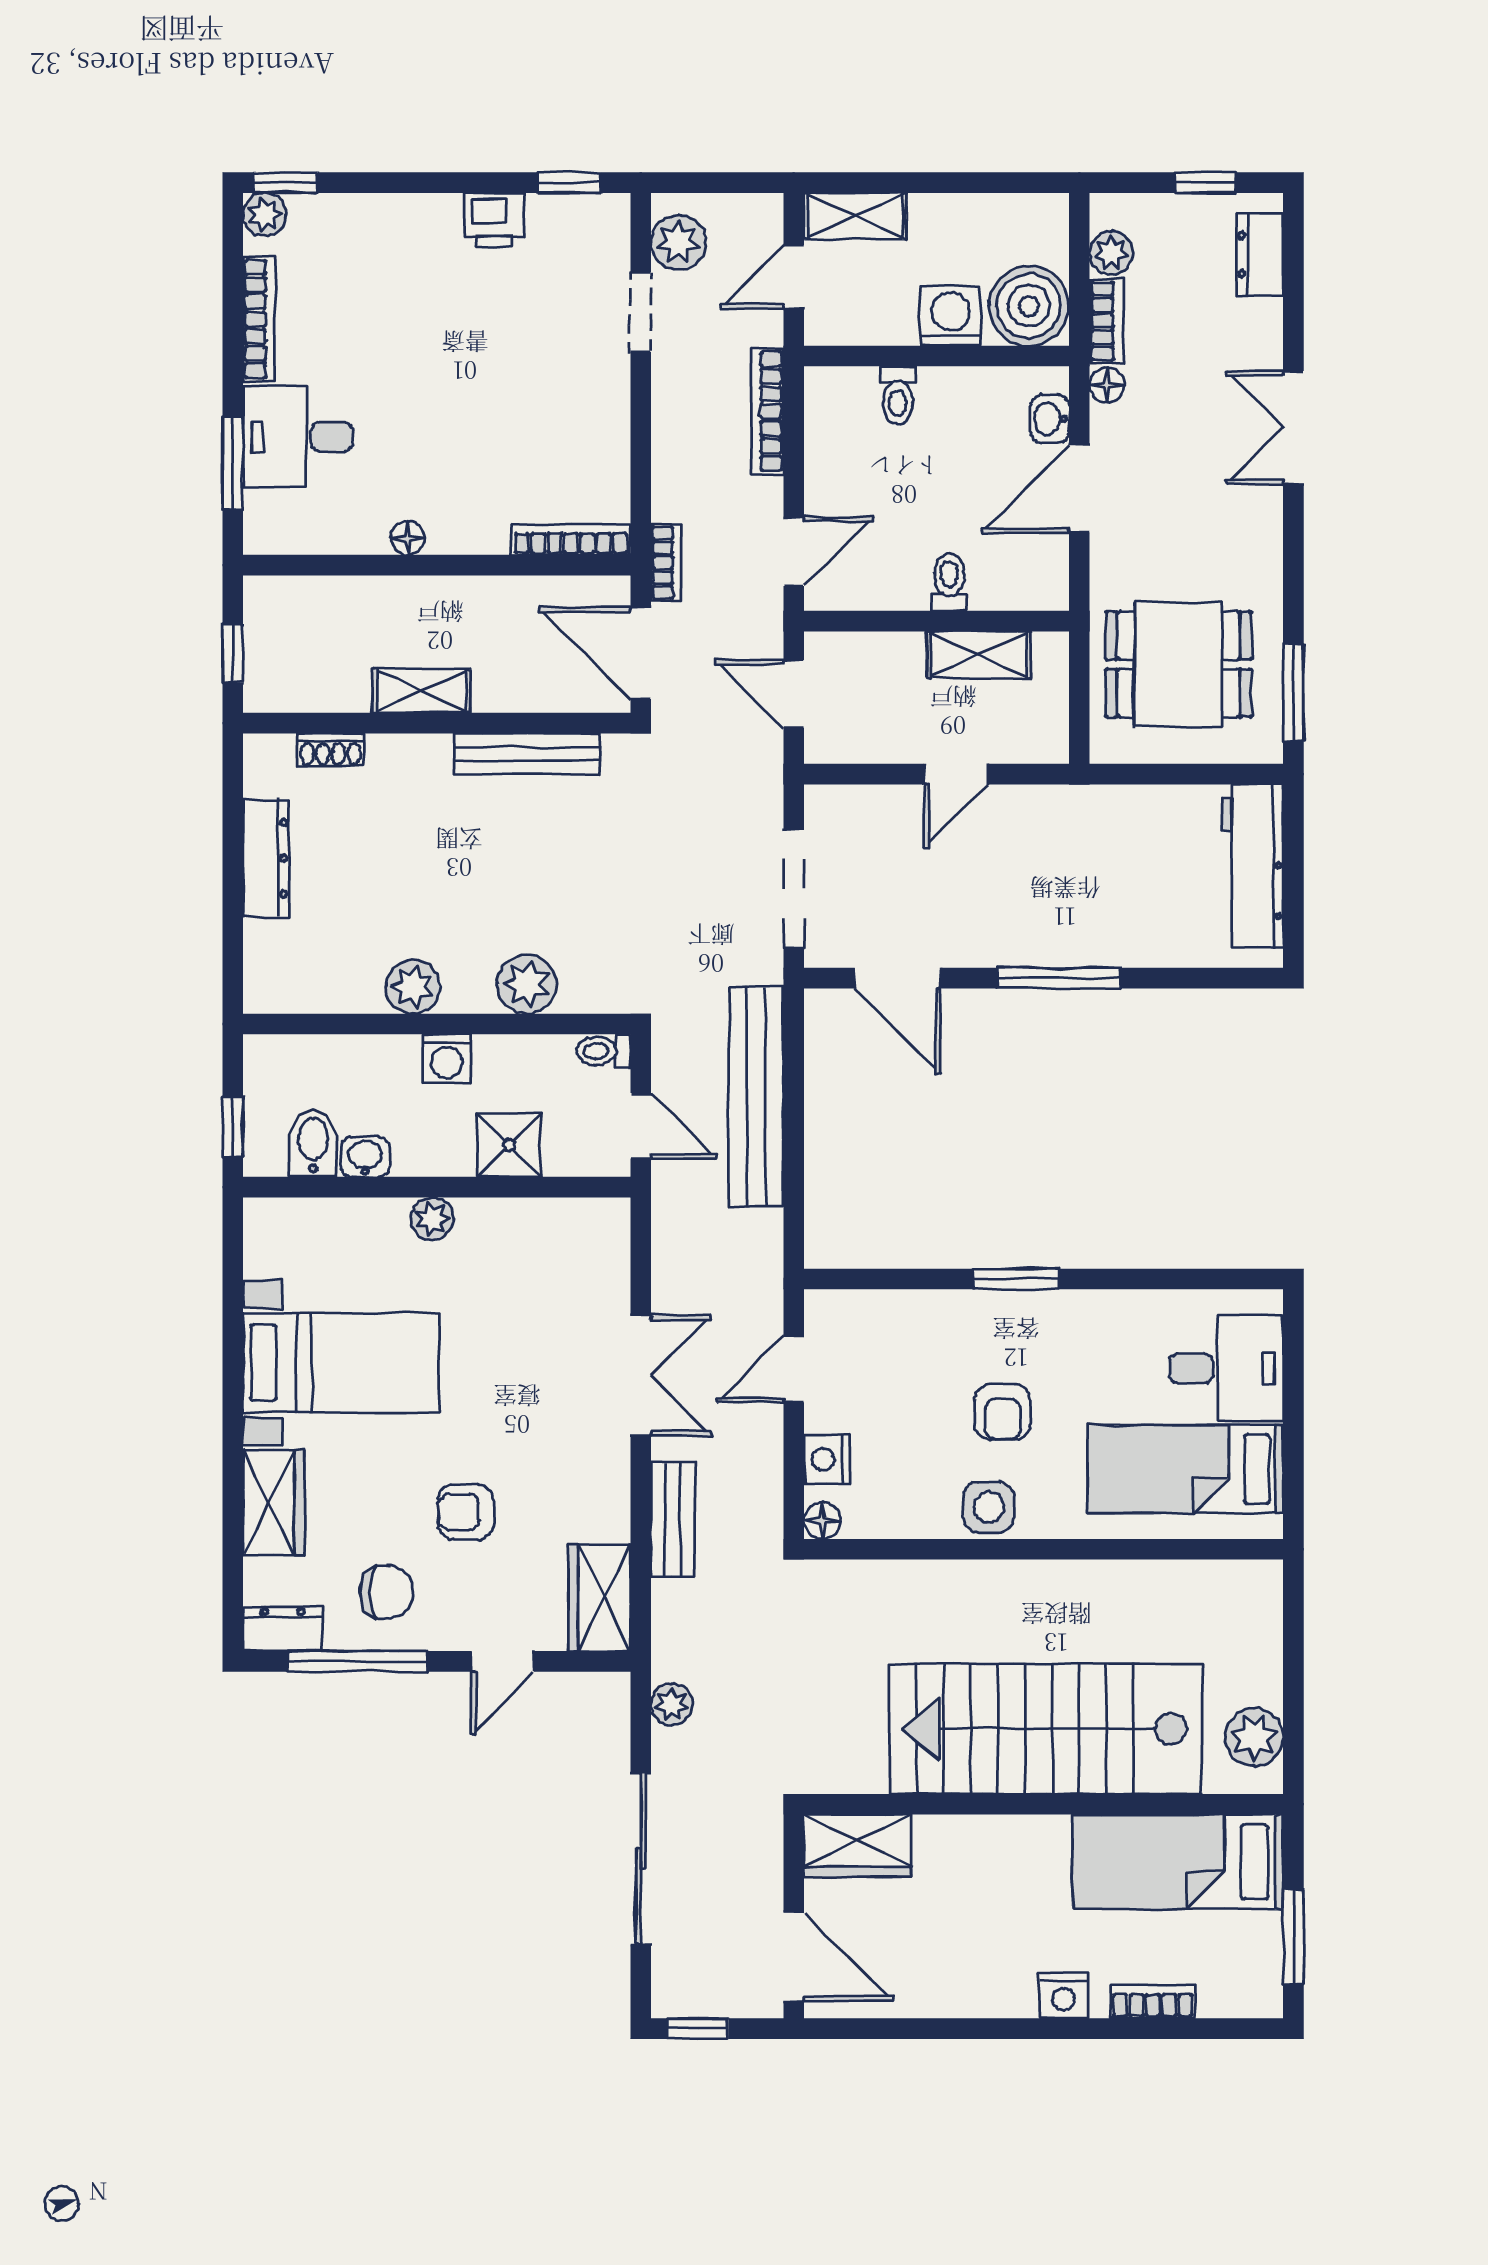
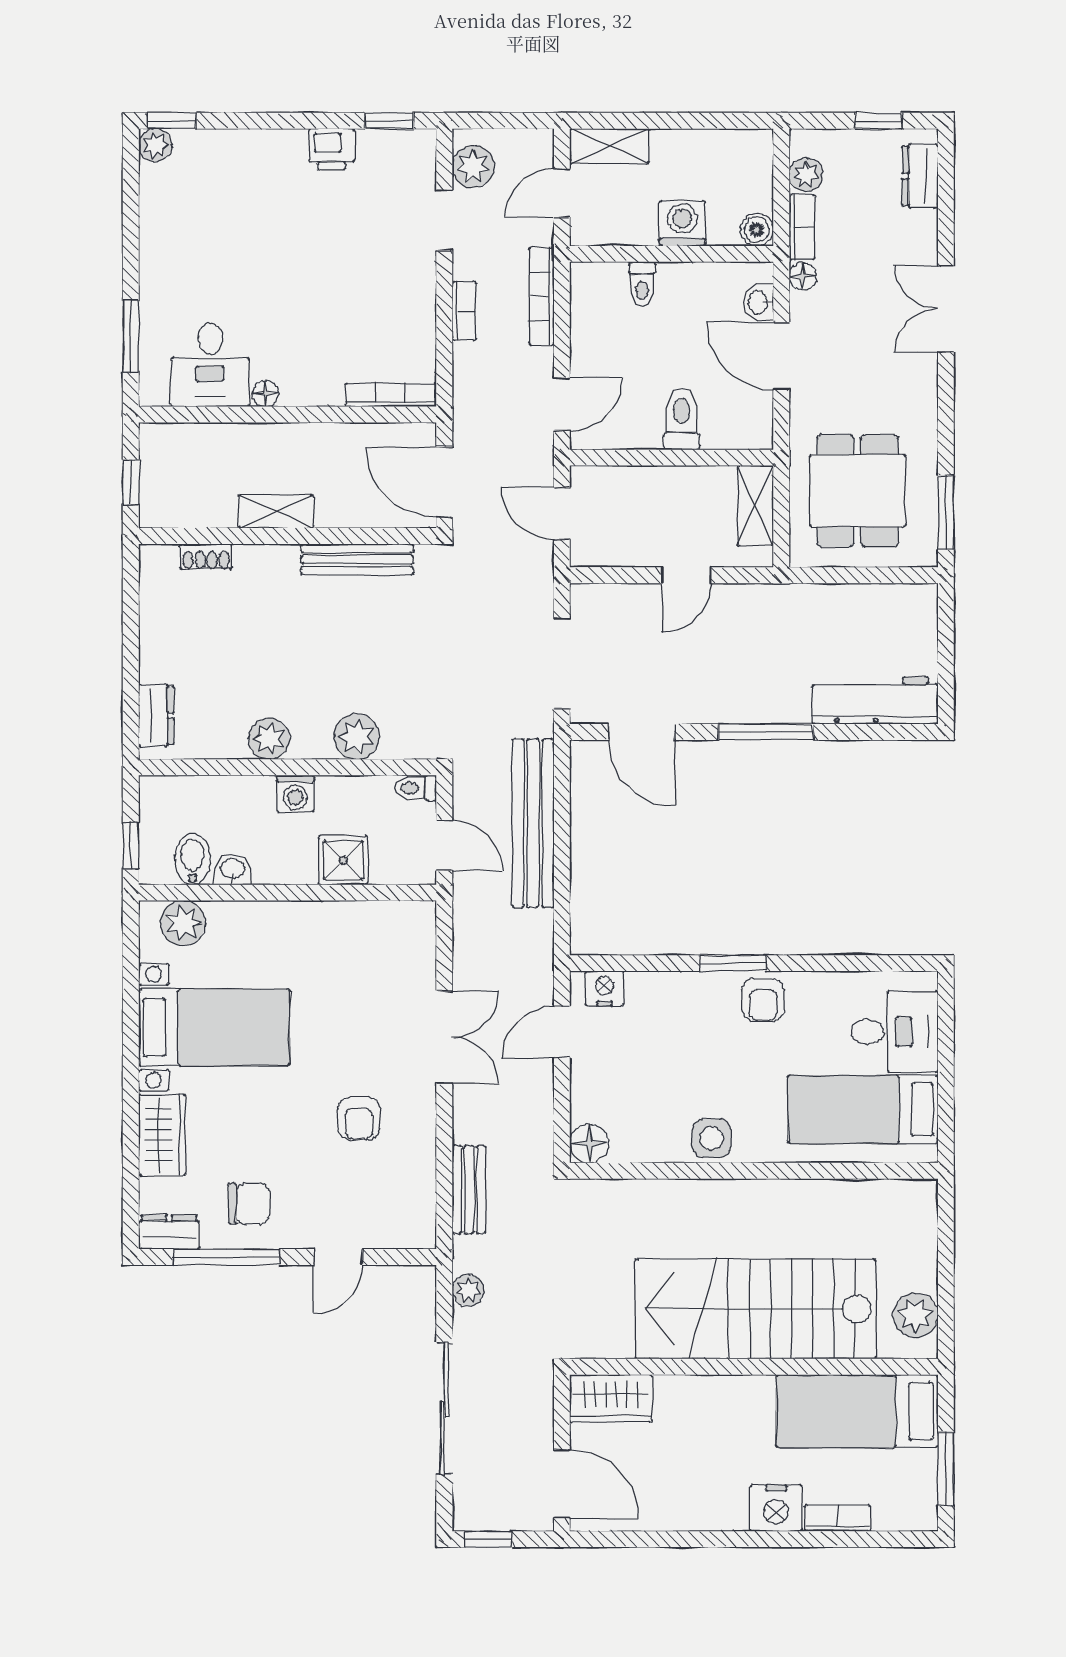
boiler: (1029, 306) -> (757, 230), width x0.54, depth x0.54
bookcase: (259, 319) -> (151, 226), removed
desk: (298, 437) -> (210, 364), moved, turned -90
door: (1079, 489) -> (781, 356), hinge flipped
bookcase: (666, 563) -> (464, 311), moved
toilet: (949, 582) -> (681, 419), width x1.37, depth x1.39
shelving: (979, 655) -> (755, 505), moved, turned 90
dining table: (1178, 664) -> (858, 491), turned 90
dresser: (266, 858) -> (156, 715), moved, width x0.70
workbench: (1252, 866) -> (875, 700), moved, turned 90
plant: (432, 1219) -> (183, 923), moved, width x1.38, depth x1.38
armchair: (1003, 1412) -> (763, 1000), moved
nightstand: (827, 1459) -> (604, 989), moved, turned 90
armchair: (466, 1512) -> (359, 1119), moved, turned -90
bench: (673, 1519) -> (469, 1190), moved
floor lamp: (822, 1521) -> (589, 1143), width x1.37, depth x1.37
wardrobe: (599, 1598) -> (413, 1208), removed
nightstand: (1063, 1996) -> (776, 1508), width x1.36, depth x1.33

